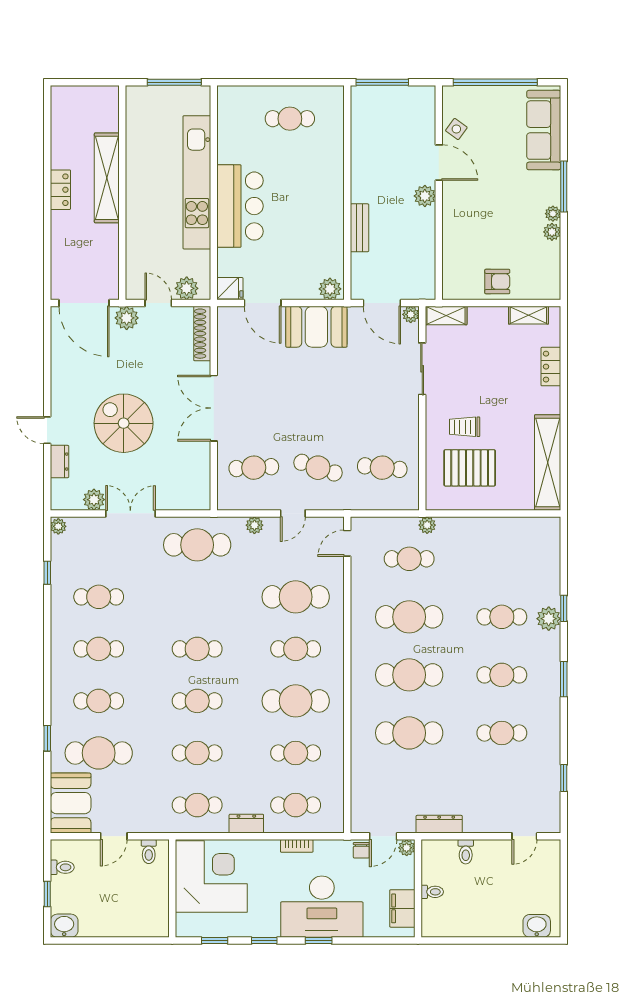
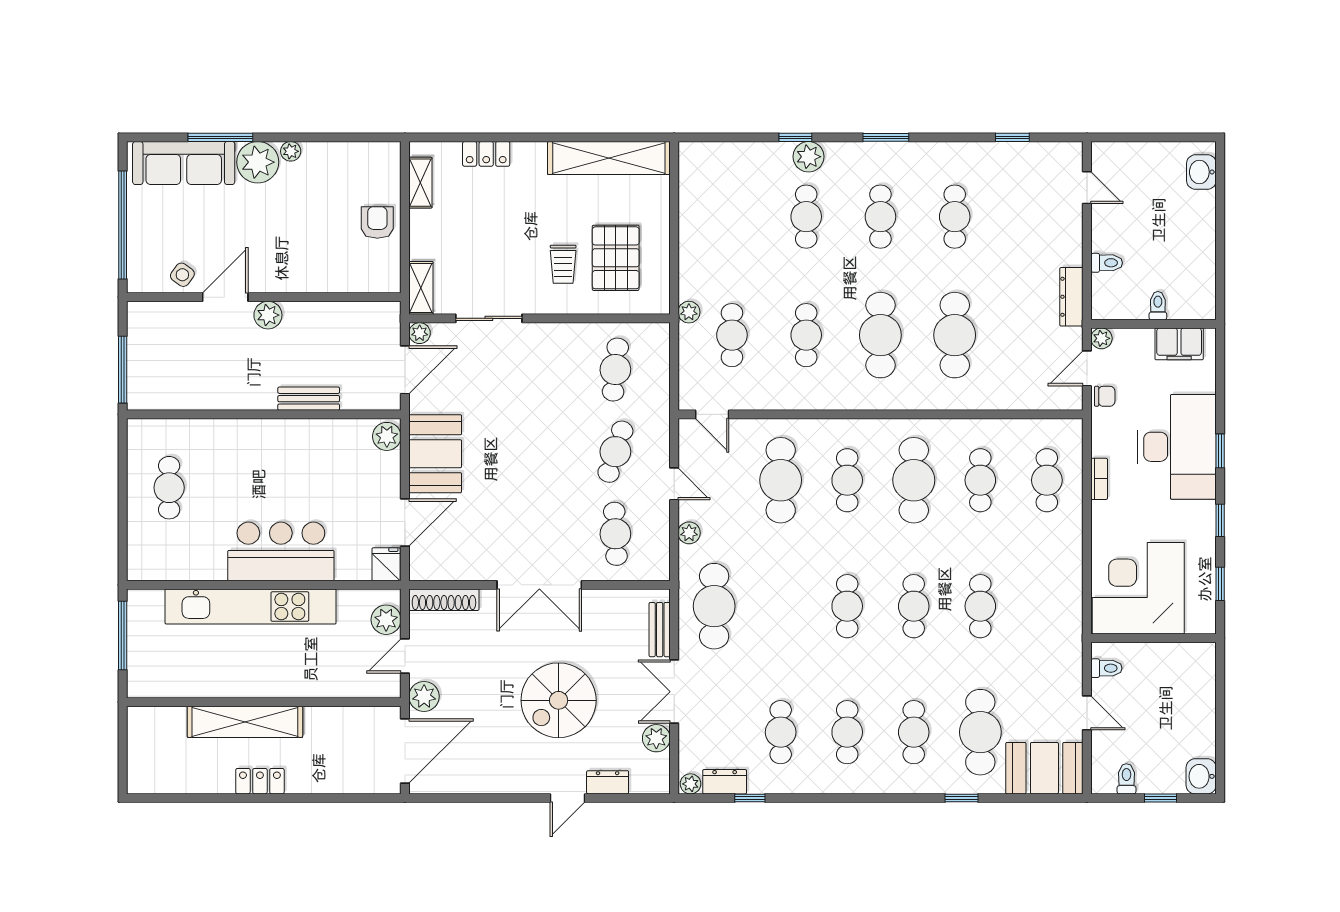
window: (564, 187) -> (220, 137), moved
plant: (552, 232) -> (258, 162), moved, width x1.87, depth x1.87
bench: (179, 502) -> (660, 630), added
cafe table: (409, 617) -> (806, 335), width x0.73, depth x0.74
cafe table: (197, 805) -> (1047, 606), removed
dresser: (246, 824) -> (725, 782), moved, turned 90
door: (383, 836) -> (1087, 368), swing flipped

